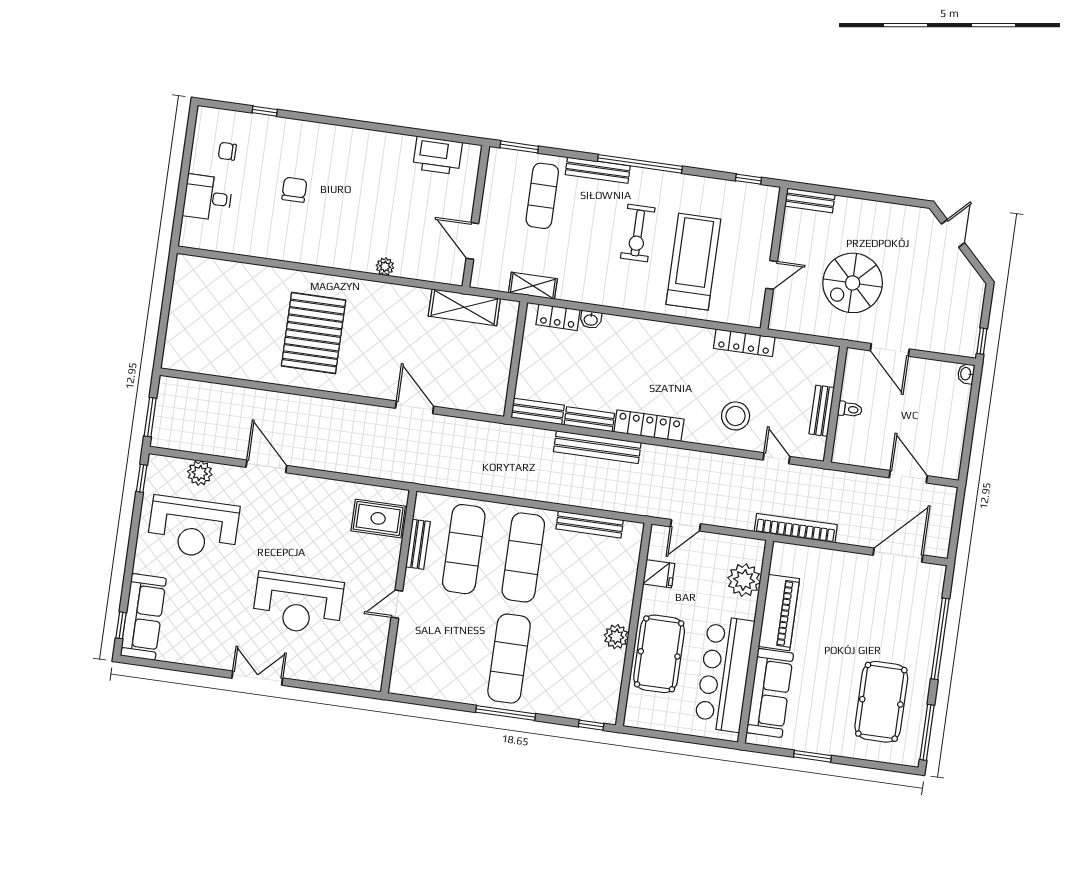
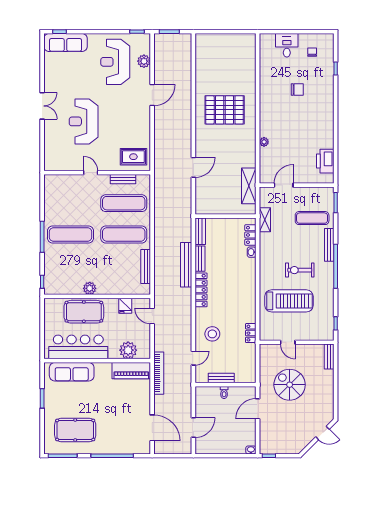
locker: (744, 343) -> (251, 333), width x0.66
rug: (378, 518) -> (133, 157), turned 90
piano: (779, 613) -> (131, 371), moved

